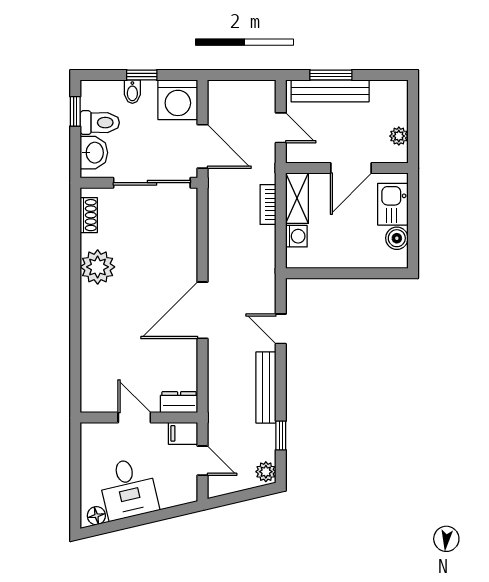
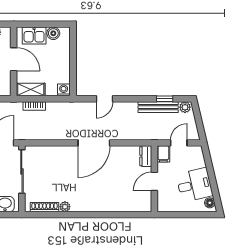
shoe rack: (89, 215) -> (44, 207), width x1.43
washing machine: (296, 236) -> (64, 90), moved
plant: (98, 267) -> (65, 207), width x0.53, depth x0.53
door: (203, 310) -> (94, 143), hinge flipped
bench: (266, 388) -> (158, 107), moved

